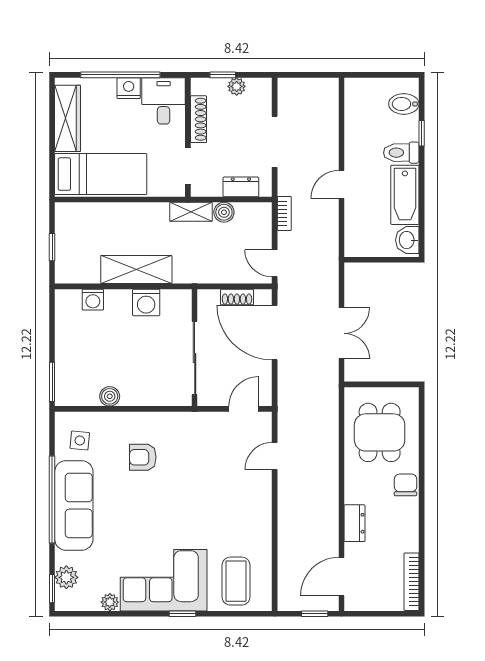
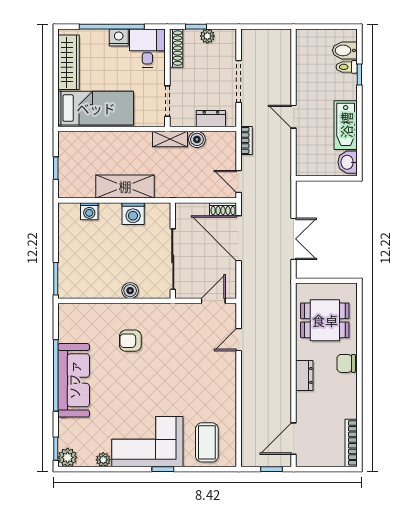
shoe rack: (198, 119) -> (176, 48), moved
toilet: (401, 153) -> (347, 67), moved, width x0.73, depth x0.72
door: (341, 184) -> (294, 117), hinge flipped
shoe rack: (237, 297) -> (223, 209), moved
boiler: (110, 396) -> (130, 291), moved
dining table: (380, 432) -> (325, 320), turned 90
side table: (80, 440) -> (79, 327), removed
chair: (406, 485) -> (346, 363), turned -90
dresser: (355, 523) -> (304, 375), moved
plant: (66, 577) -> (68, 457), moved

